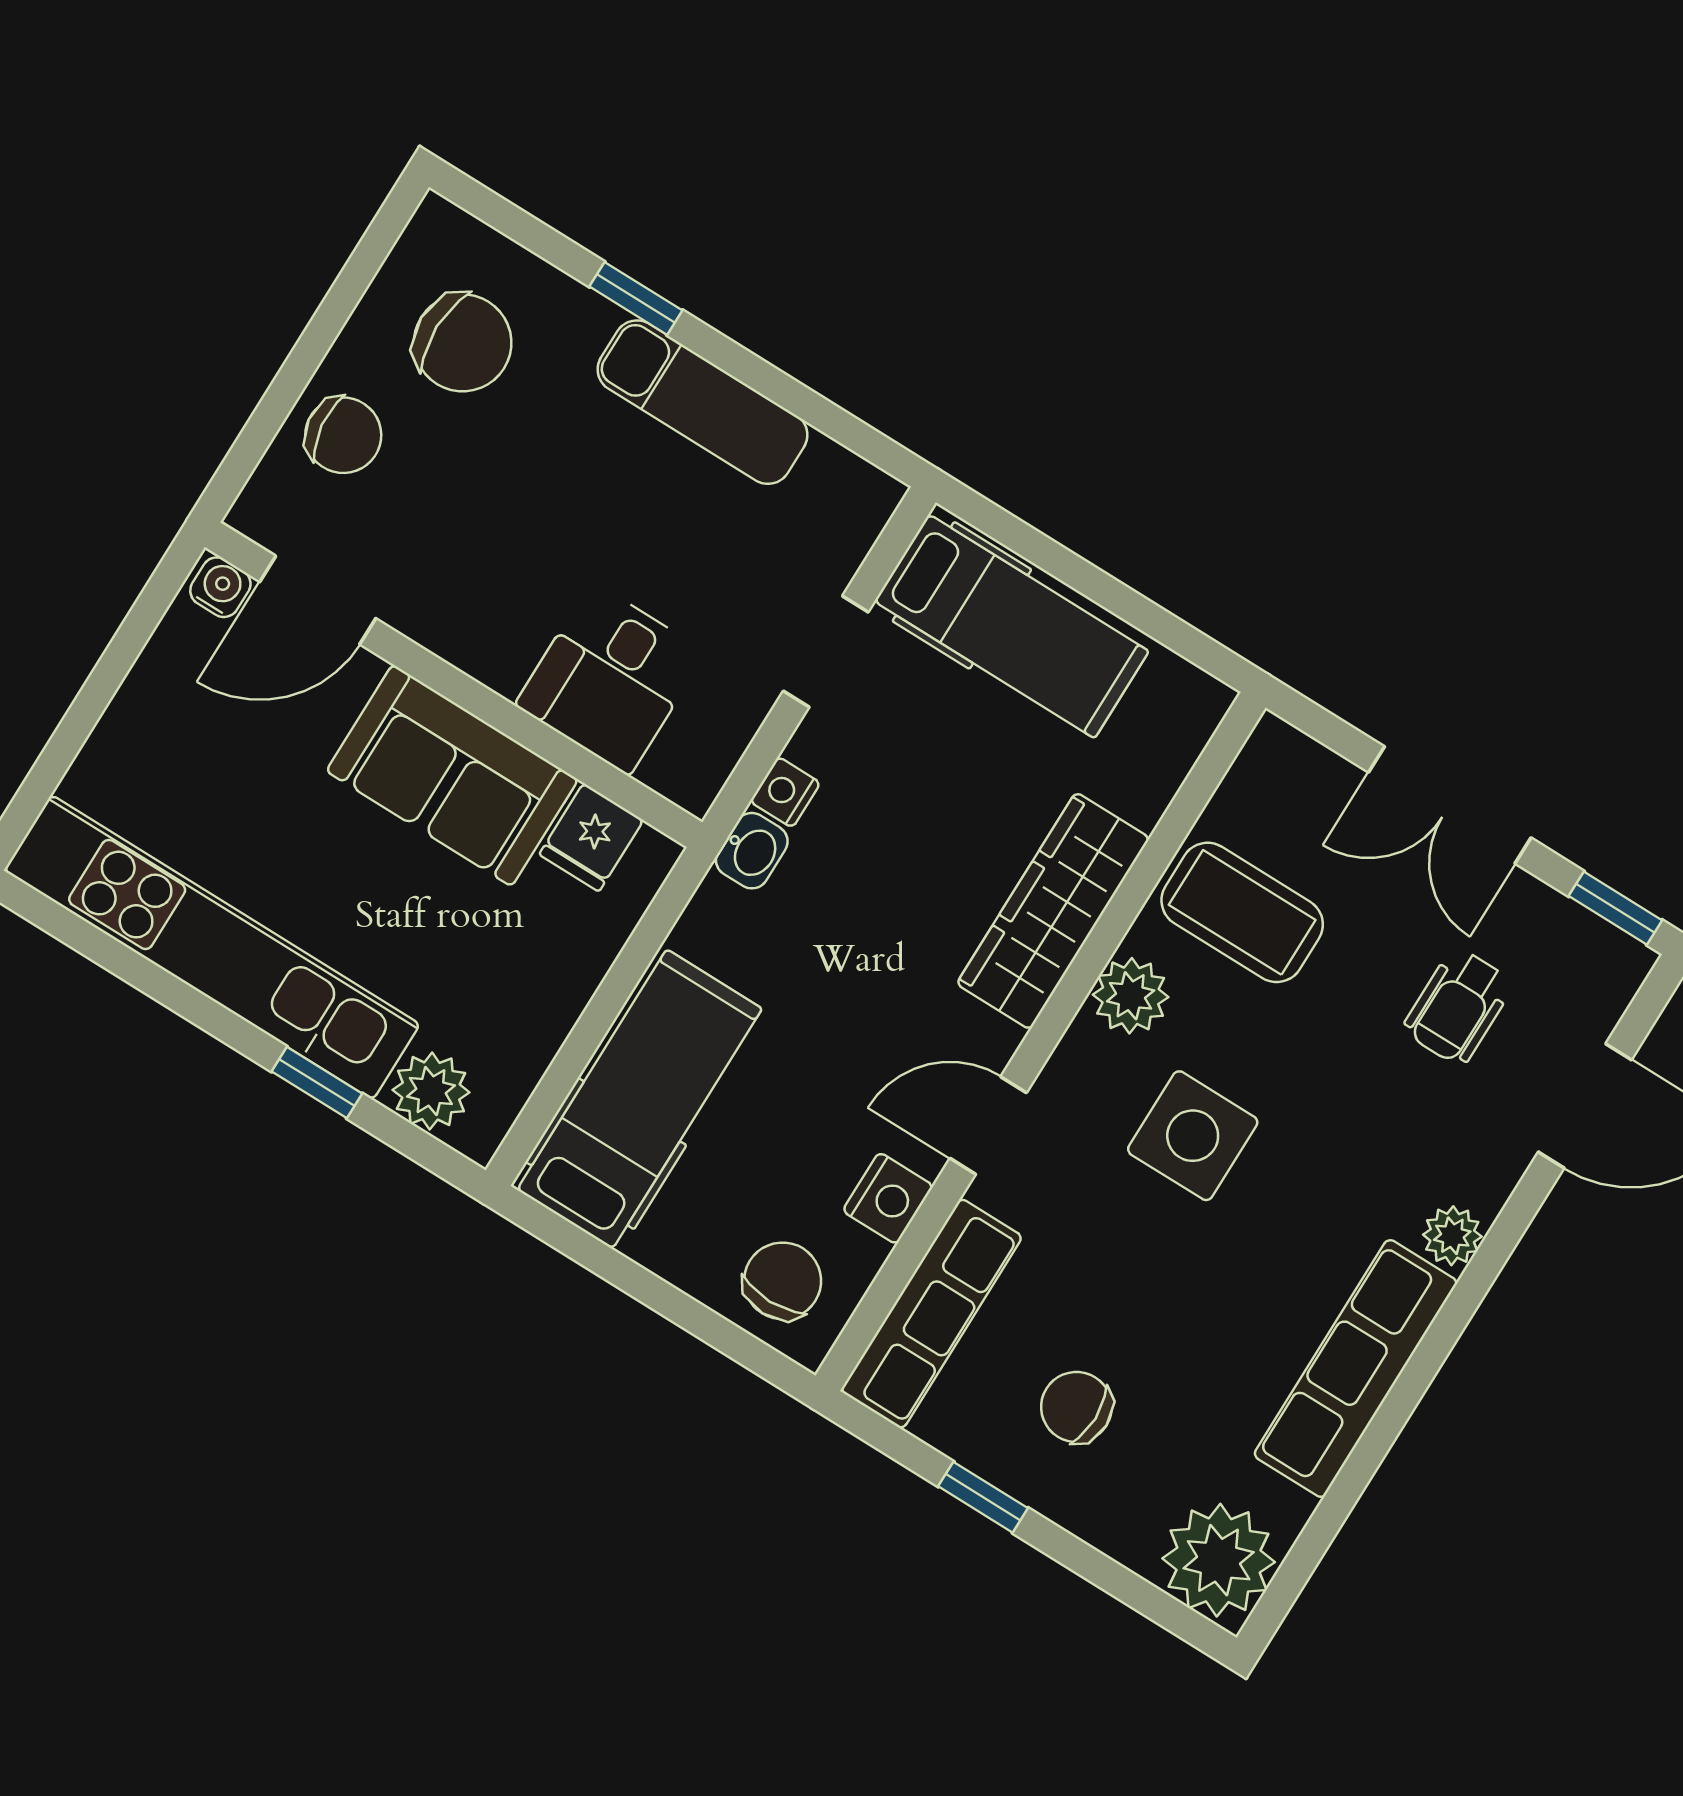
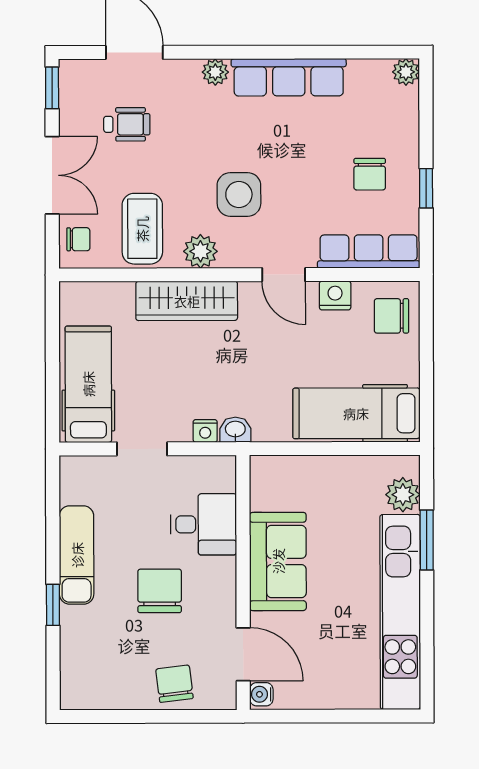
chair: (463, 343) -> (160, 591), moved
chair: (1298, 779) -> (78, 239), added
fridge: (591, 837) -> (268, 494), removed
window: (317, 1082) -> (427, 540), width x1.50
plant: (1219, 1560) -> (406, 72), width x0.53, depth x0.53

